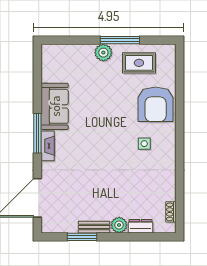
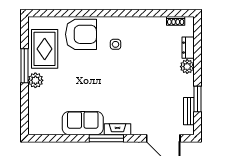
rug: (139, 63) -> (45, 49), width x1.36, depth x1.43
bench: (94, 227) -> (189, 111), moved

